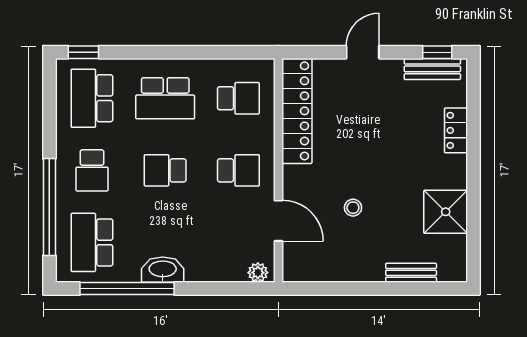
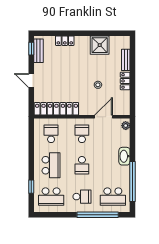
window: (83, 52) -> (31, 187), moved
washbasin: (163, 270) -> (124, 156), moved
locker: (362, 271) -> (125, 81), added

